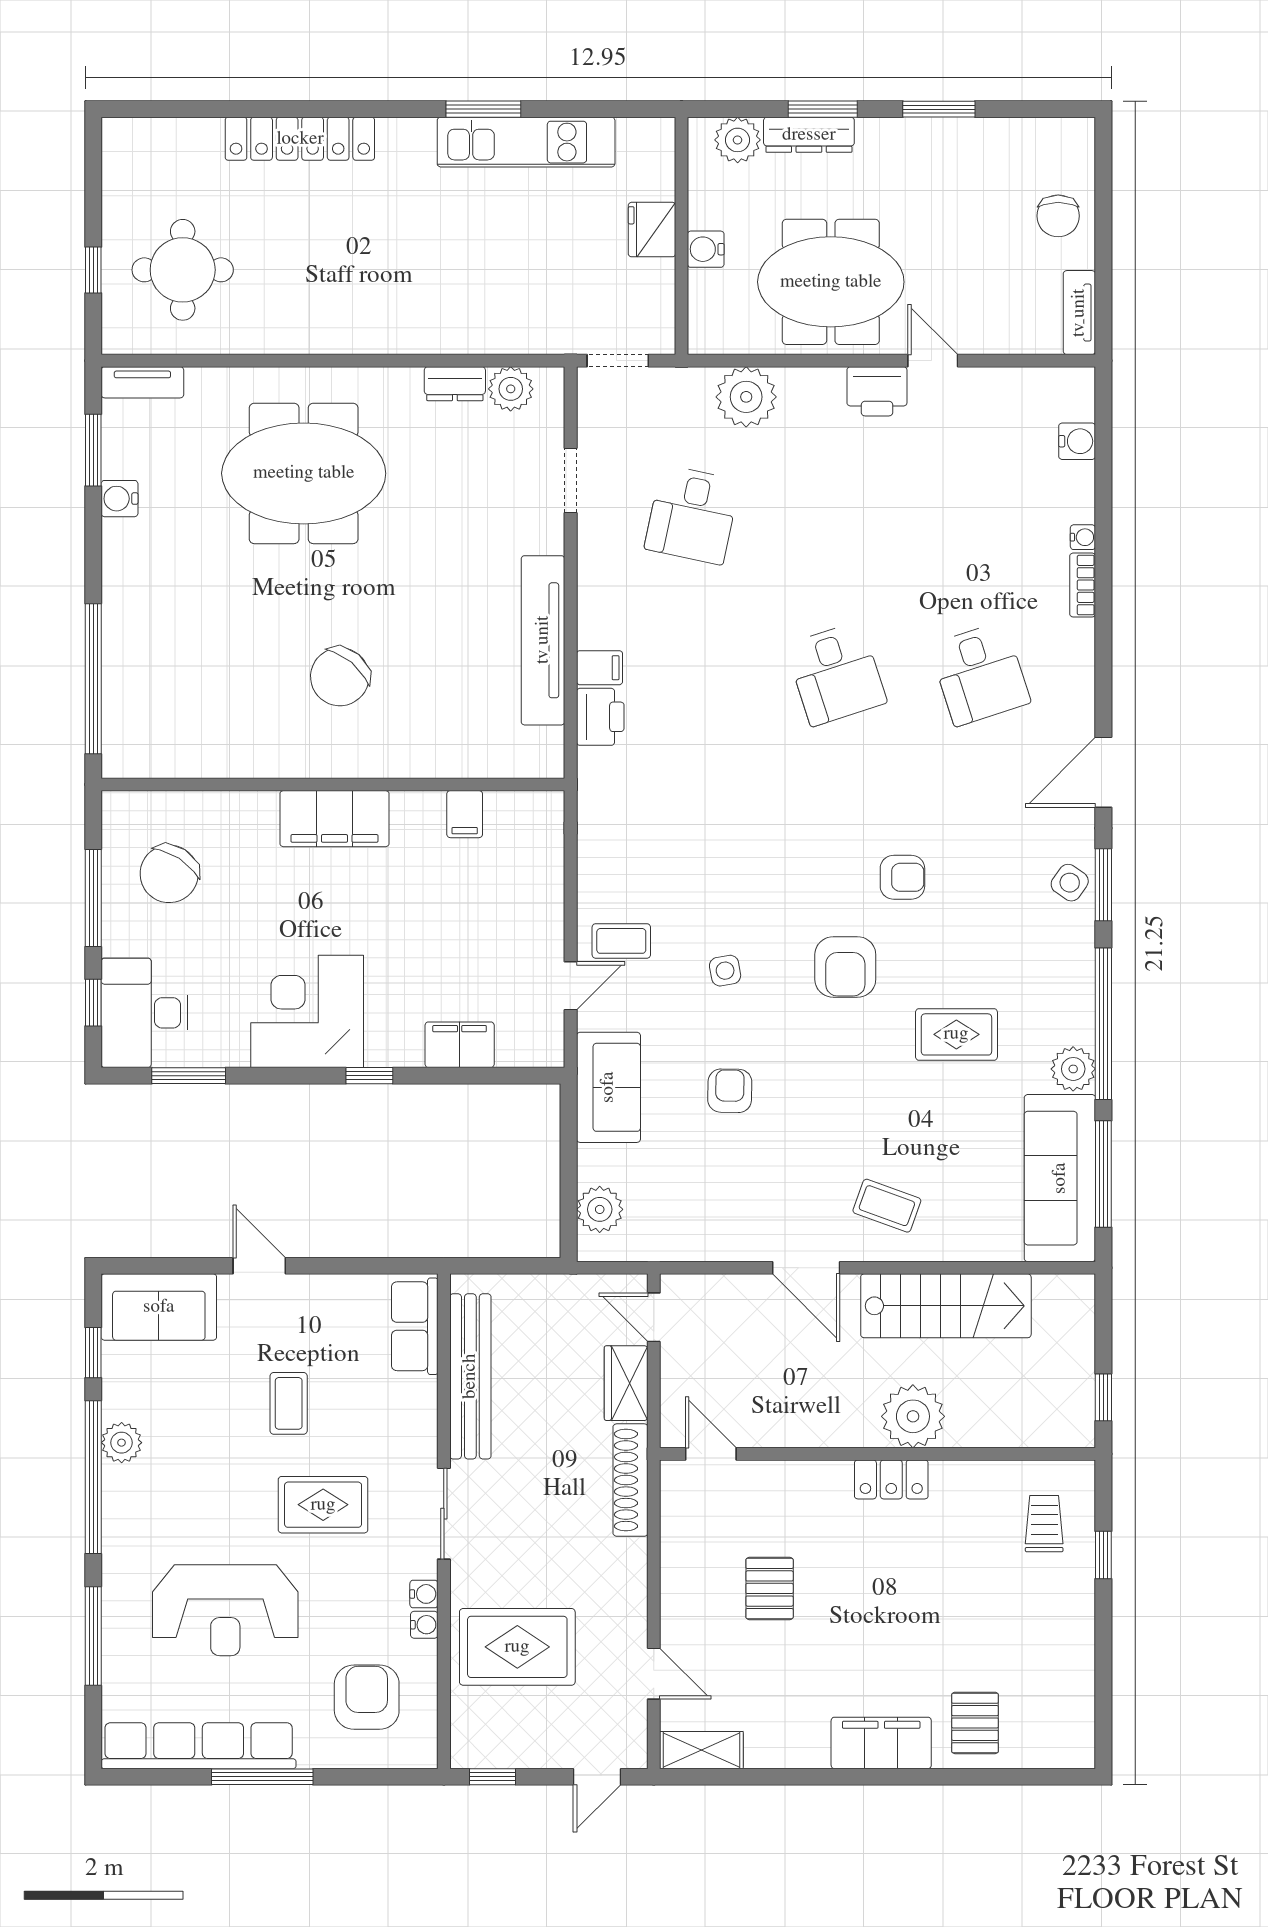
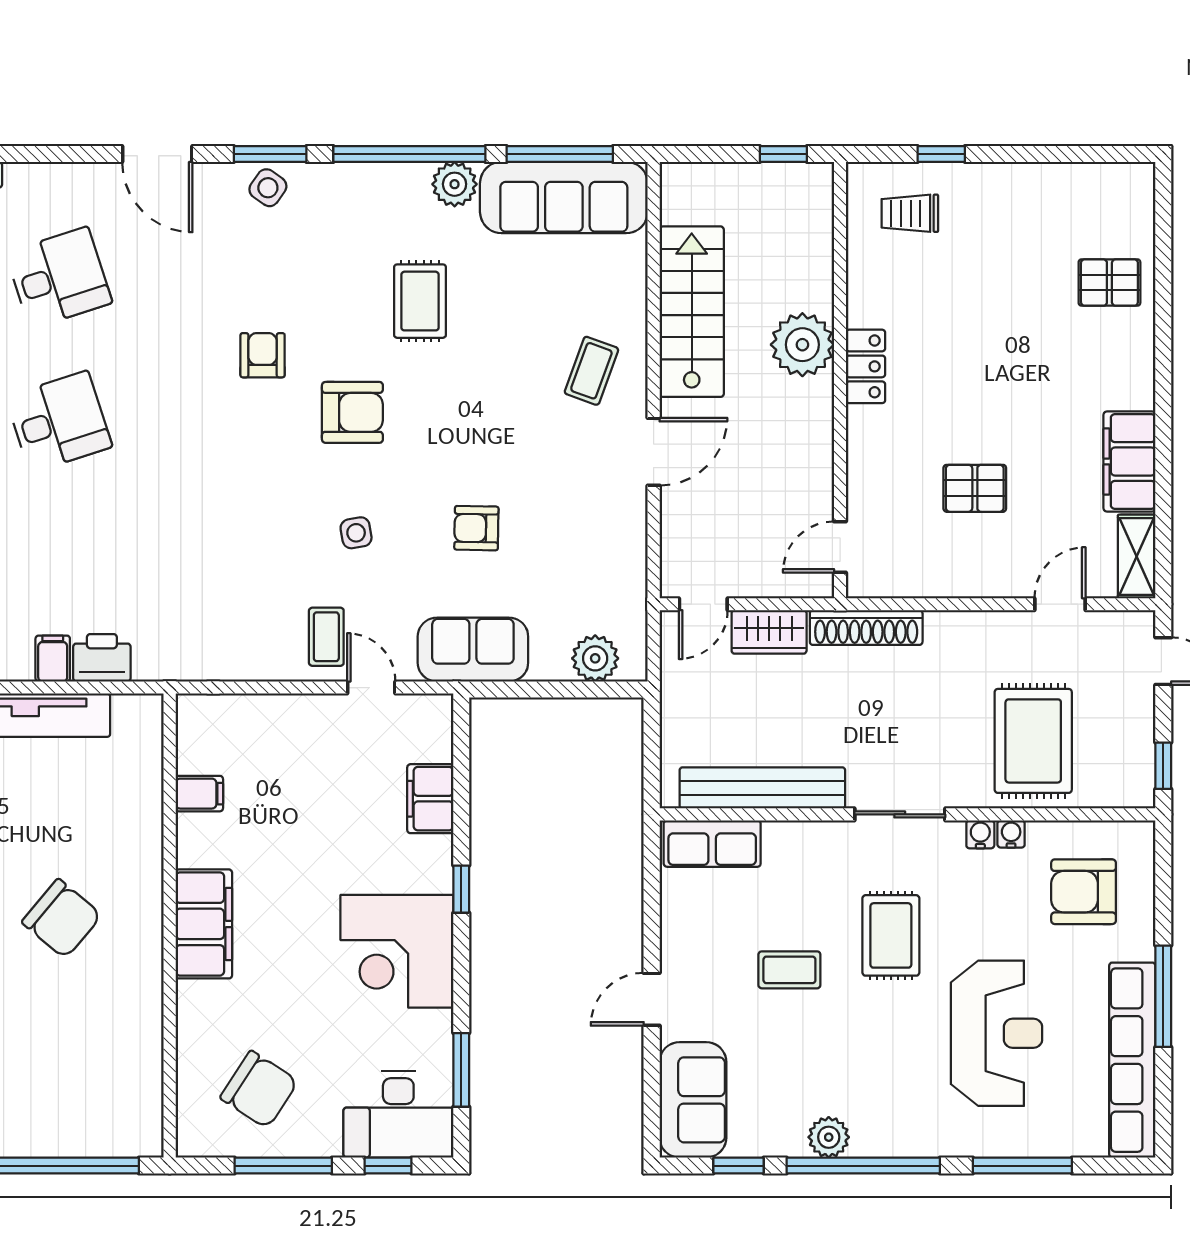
filing cabinet: (881, 1743) -> (1129, 462), moved

